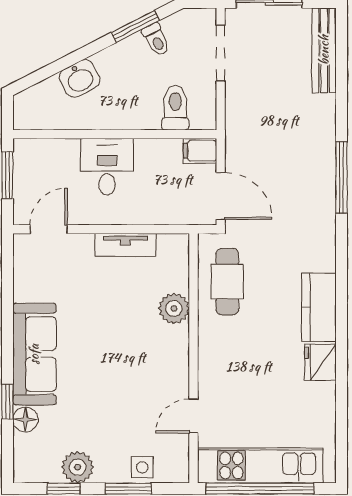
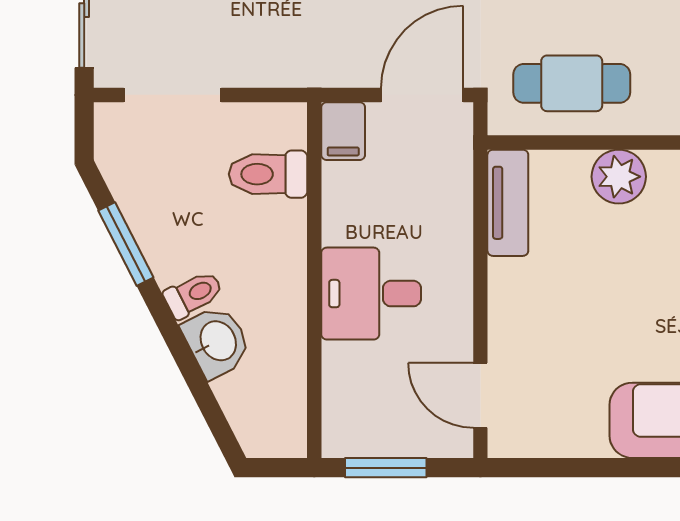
toilet: (156, 40) -> (193, 294), moved
tv unit: (125, 245) -> (508, 203), moved

